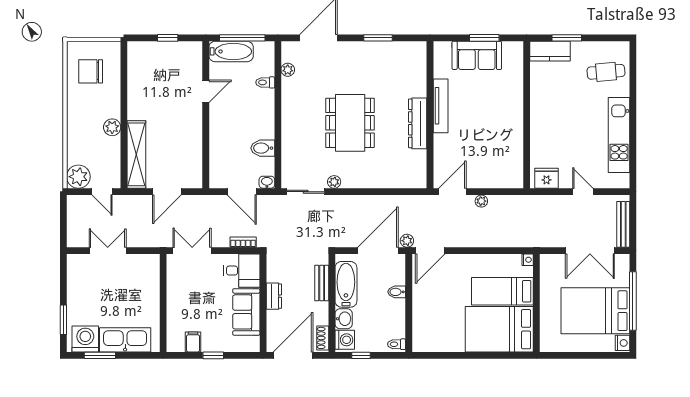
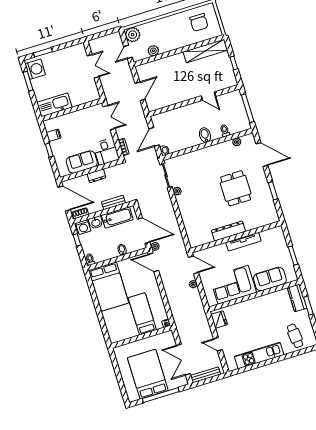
bathtub: (231, 51) -> (237, 104), removed
sofa: (477, 55) -> (270, 279), moved, turned 90
chair: (91, 71) -> (199, 22), turned 180
dining table: (350, 123) -> (236, 188), moved, width x0.73
plant: (112, 127) -> (153, 51), moved
corner sofa: (501, 141) -> (233, 285), added
bidet: (263, 148) -> (205, 135), moved
shelving: (136, 154) -> (205, 51), moved
door: (167, 192) -> (140, 91), swing flipped
door: (583, 192) -> (218, 344), swing flipped
bed: (499, 329) -> (109, 287), moved, turned 180
kitchen sink: (125, 340) -> (54, 105), moved, turned -90
nightstand: (623, 343) -> (133, 397), removed

